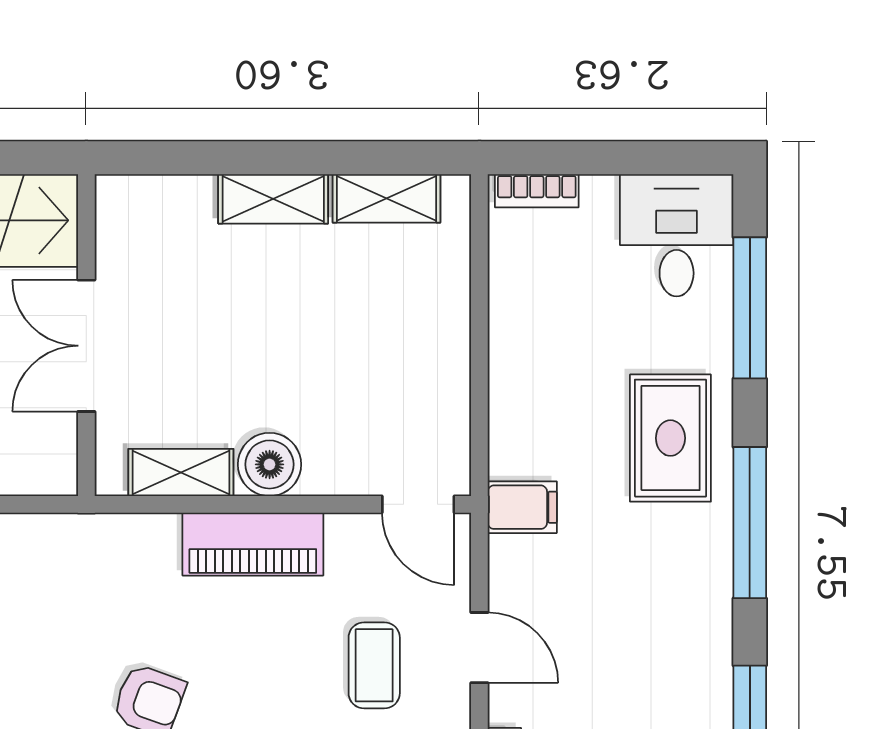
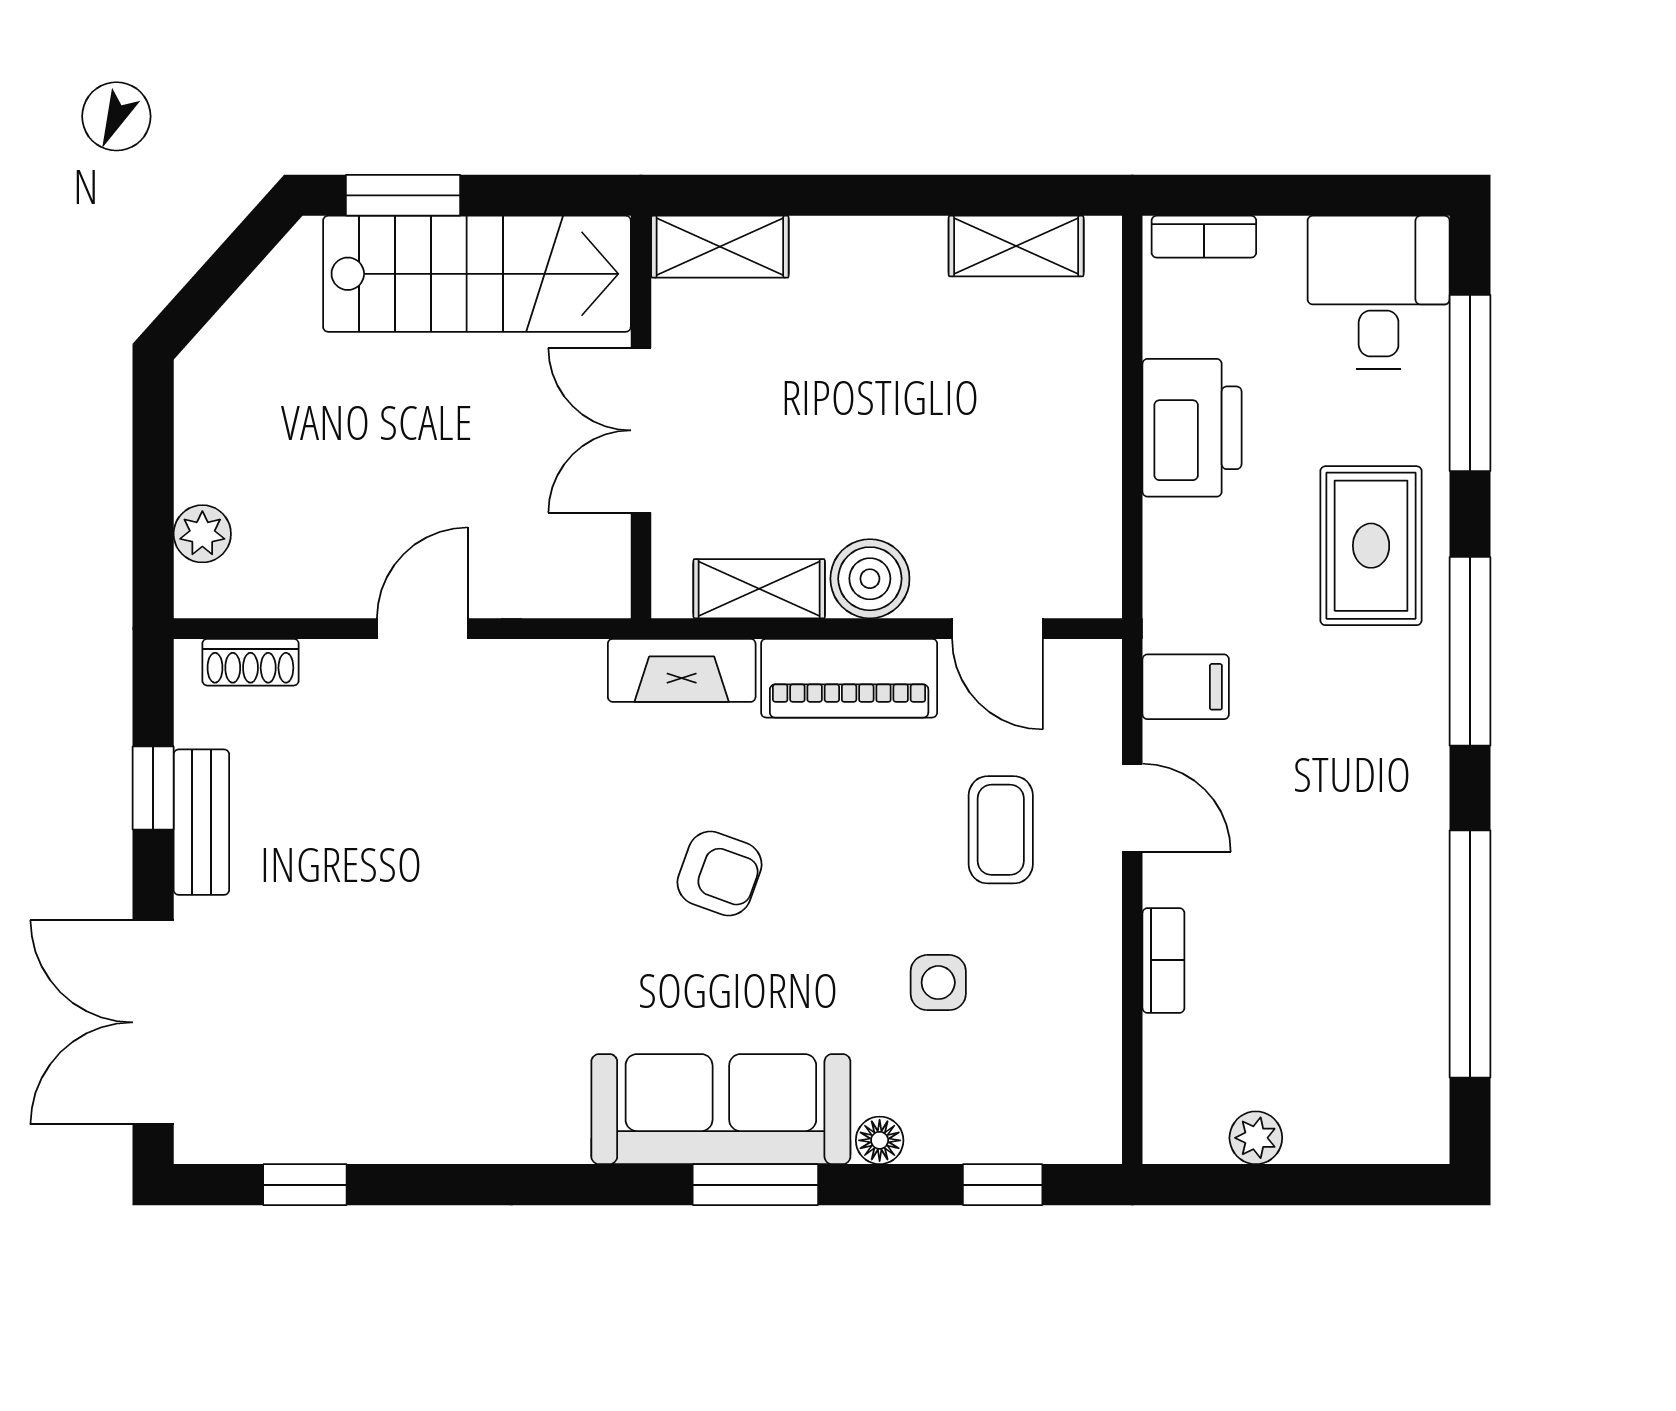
shelving: (273, 199) -> (720, 247), moved
printer: (527, 344) -> (1192, 428), added
door: (418, 504) -> (997, 629), moved
filing cabinet: (522, 507) -> (1186, 687), moved
fireplace: (119, 538) -> (682, 670), added

